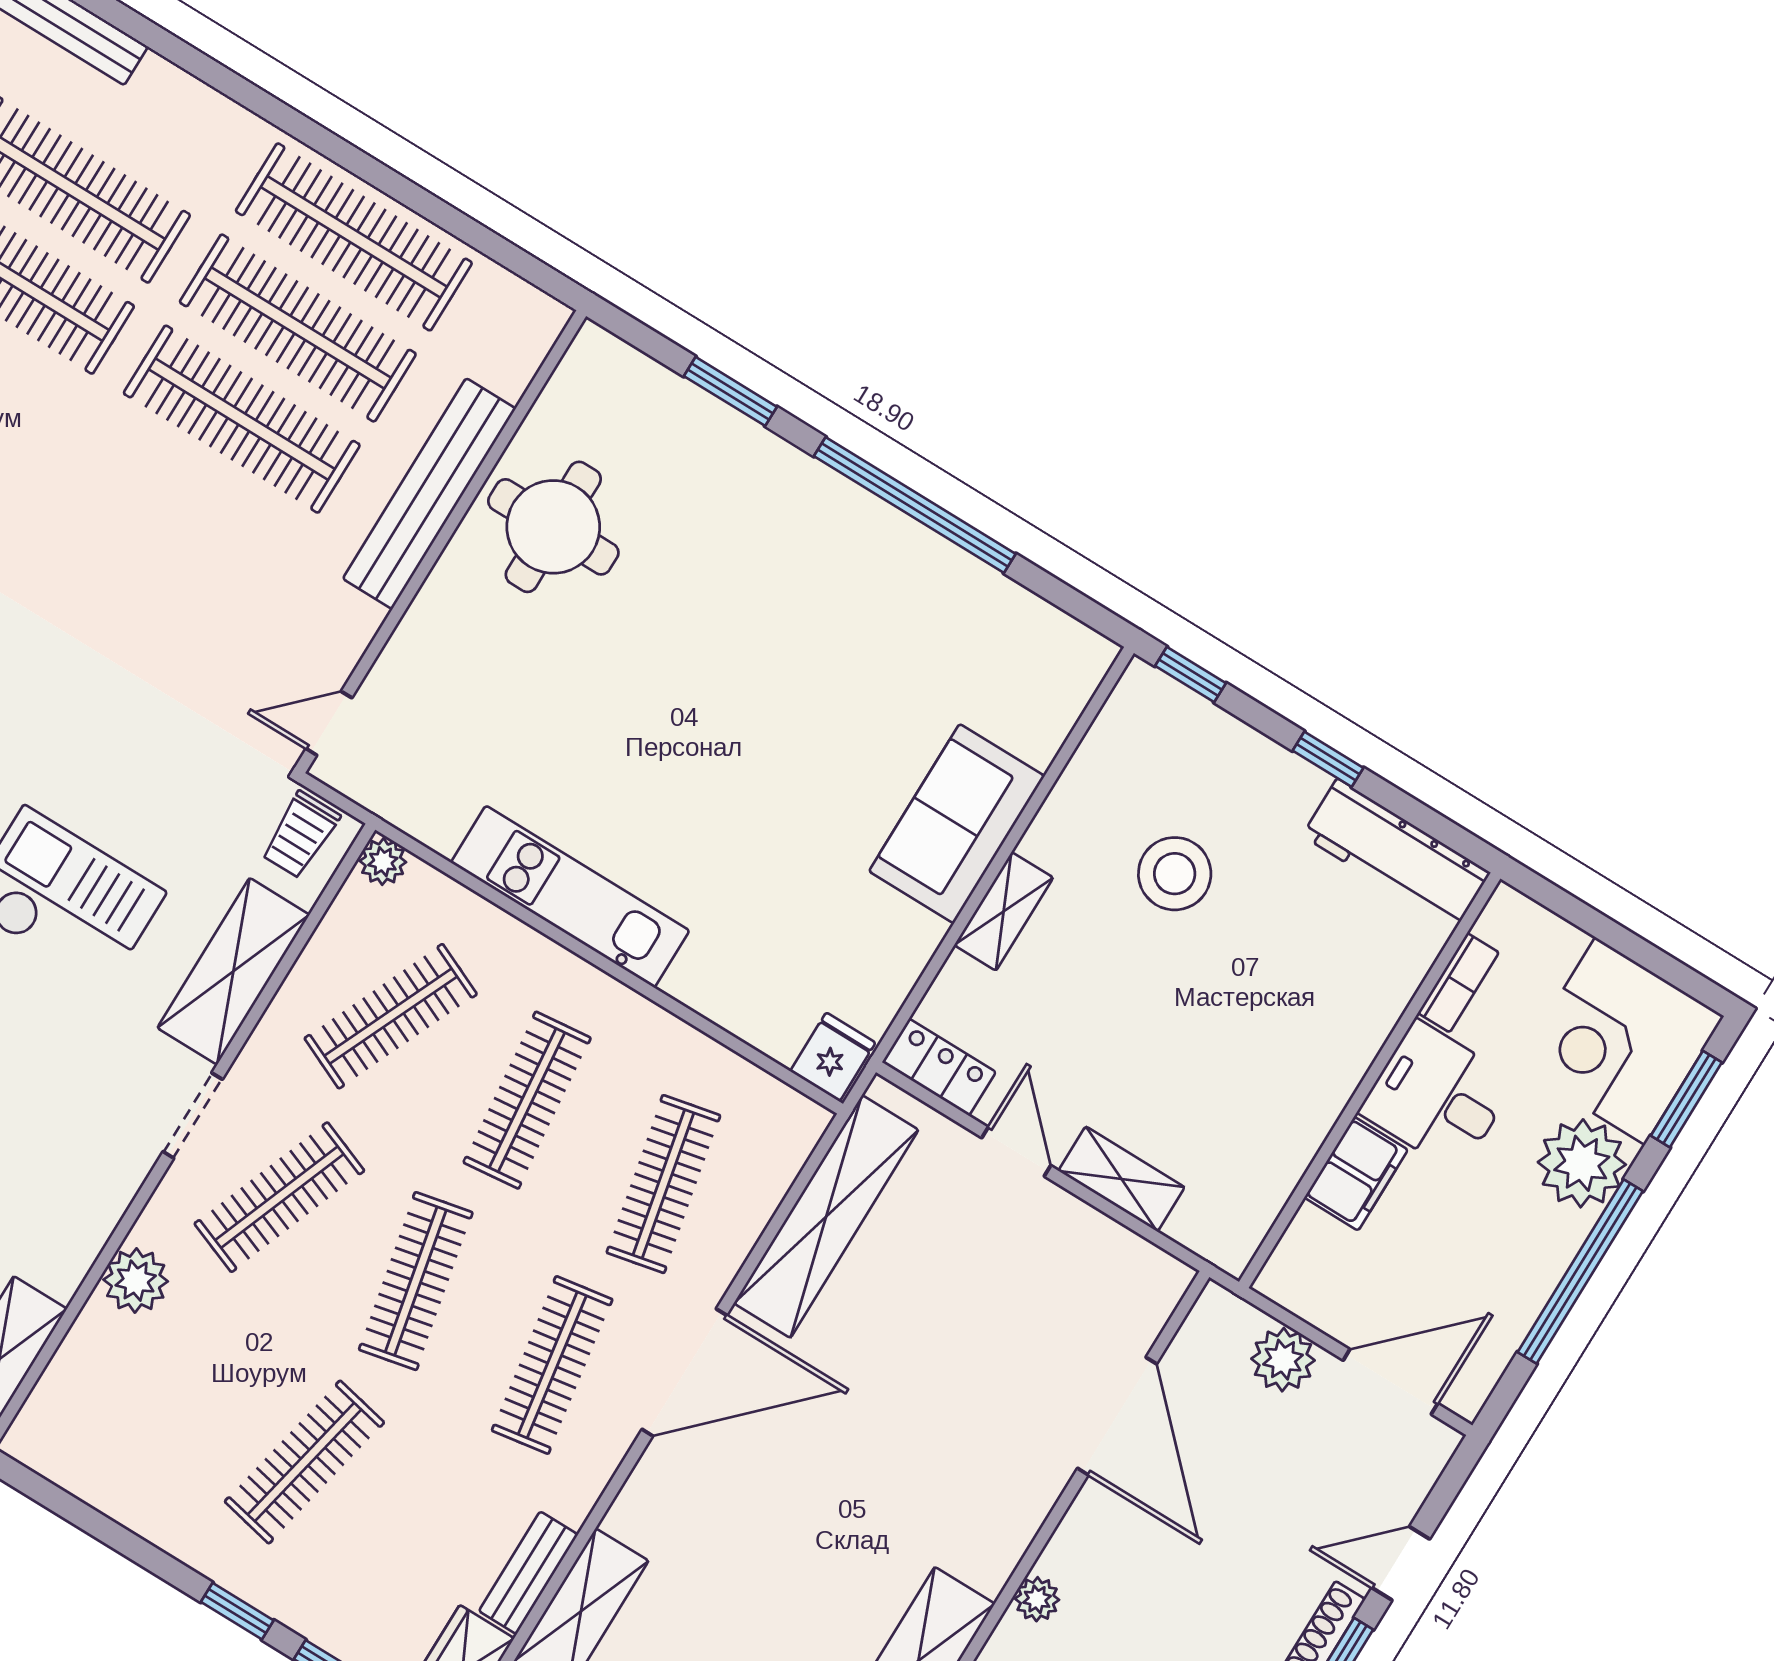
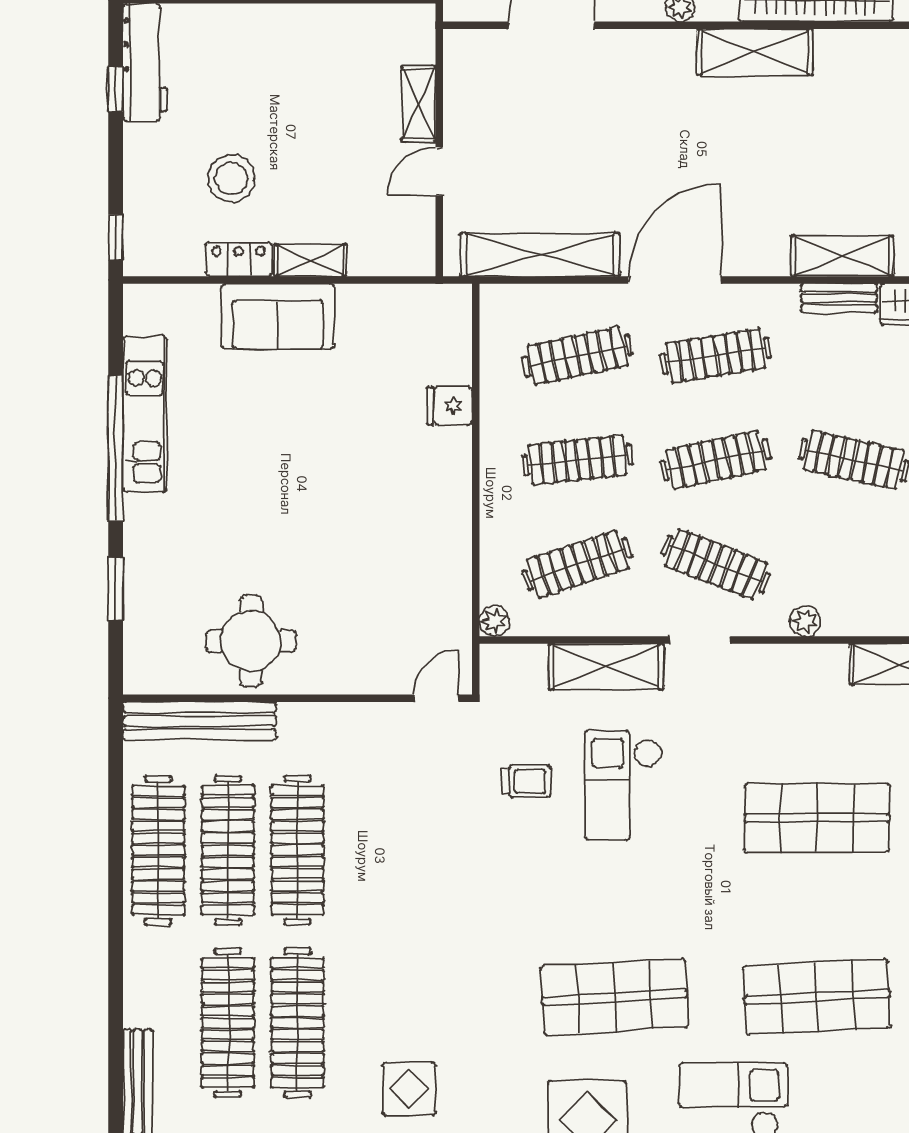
bench: (429, 494) -> (200, 721), moved
door: (329, 723) -> (436, 698), swing flipped
window: (1328, 759) -> (116, 89), moved
trolley: (300, 835) -> (526, 781), moved
kitchen unit: (570, 897) -> (145, 414), moved, turned 180
clothes rail: (391, 1016) -> (578, 564), turned -42
fridge: (833, 1057) -> (449, 406), moved
locker: (939, 1067) -> (239, 259), moved, turned 90
plant: (136, 1281) -> (805, 621), width x0.73, depth x0.73
door: (685, 1372) -> (675, 280), hinge flipped

